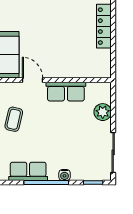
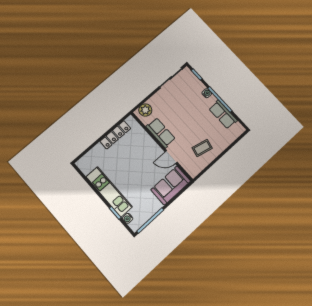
locker: (104, 26) -> (115, 135), moved
door: (33, 80) -> (171, 157), hinge flipped
plant: (103, 112) -> (145, 110), moved

